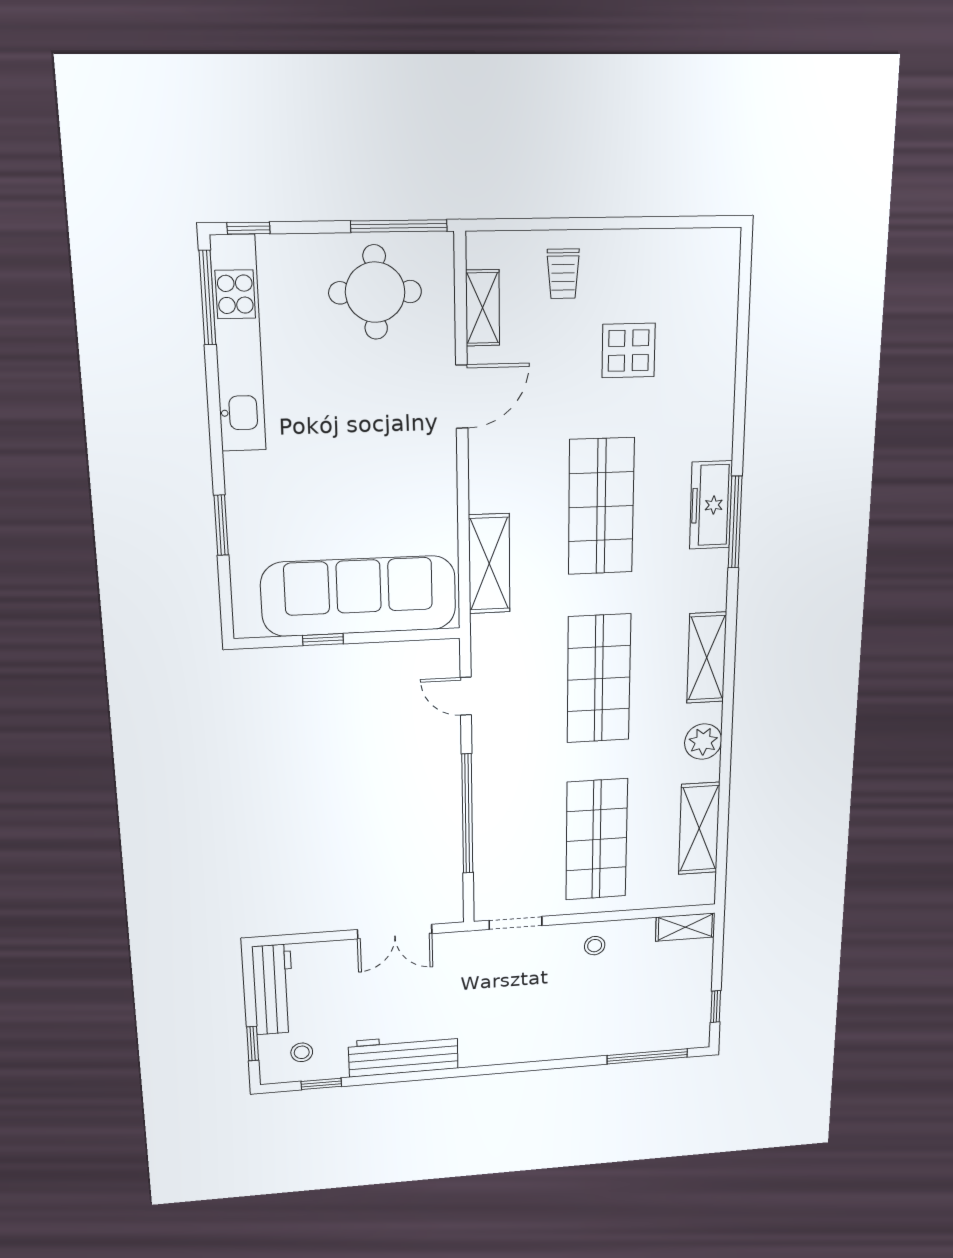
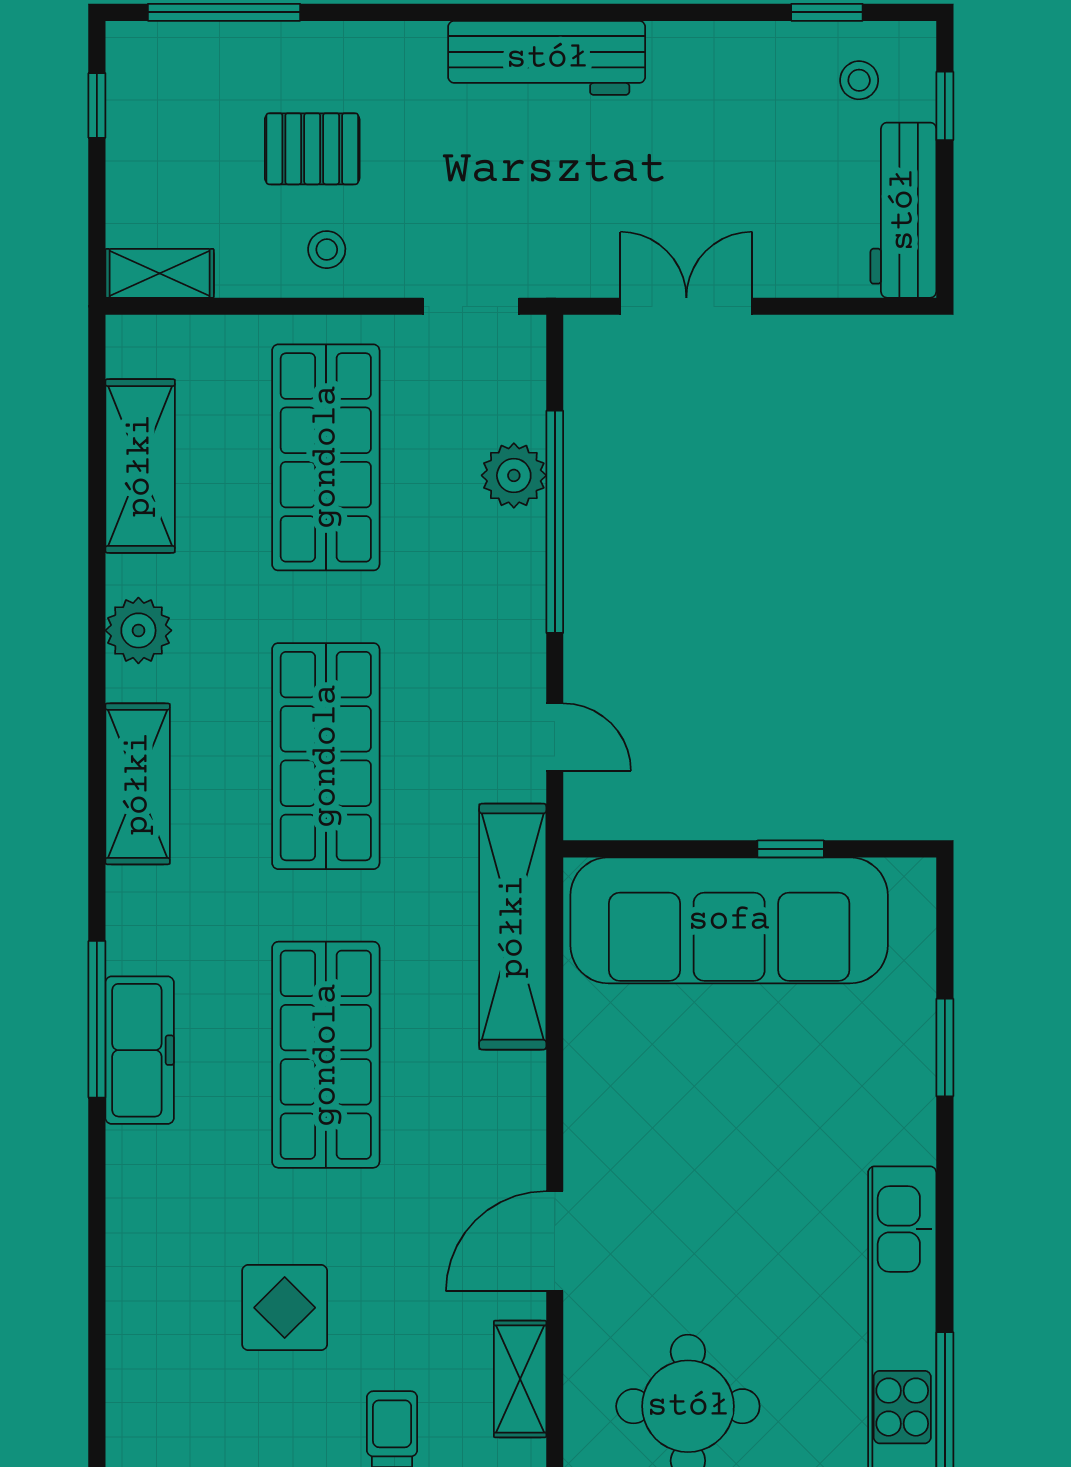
shelving: (489, 564) -> (513, 927), width x1.47
plant: (491, 837) -> (514, 475), added
pallet: (602, 995) -> (312, 149), added
workbench: (403, 1055) -> (547, 58), moved

